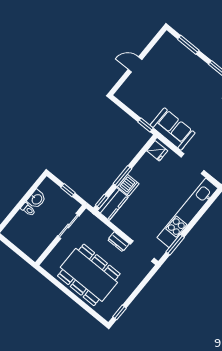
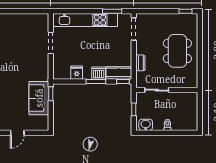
door: (135, 65) -> (17, 133), hinge flipped
sofa: (173, 129) -> (39, 98), moved
fridge: (157, 151) -> (77, 73), moved
washbasin: (37, 199) -> (146, 125), moved
dresser: (118, 242) -> (140, 63), moved
dining table: (89, 275) -> (177, 51), width x0.73, depth x0.80

